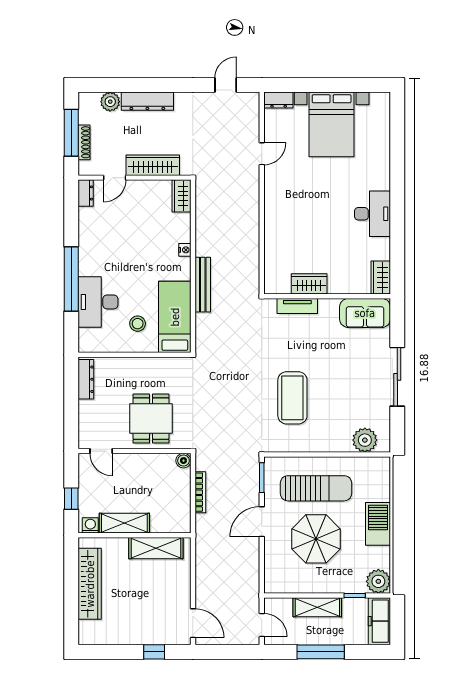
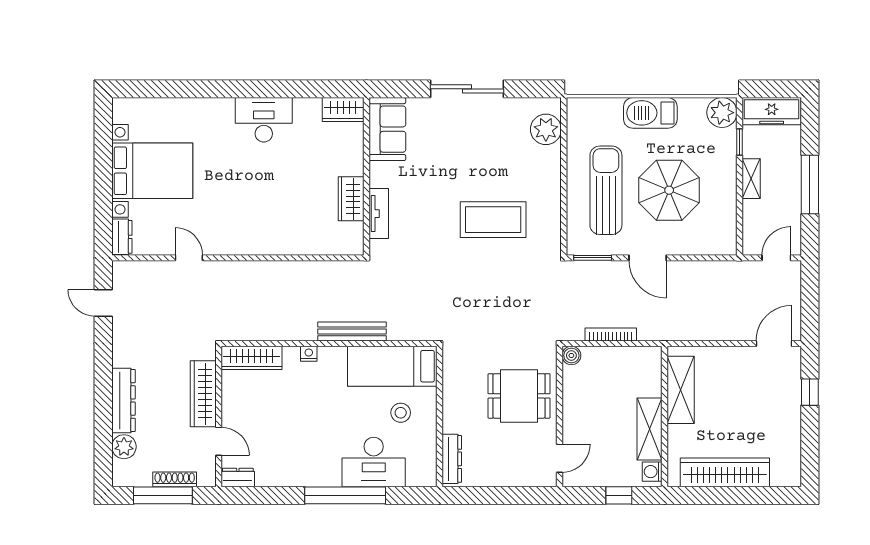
wardrobe: (182, 196) -> (252, 358), width x1.50
dresser: (86, 379) -> (452, 459), moved, turned 90
shelving: (317, 607) -> (751, 179), width x0.67, depth x0.75

